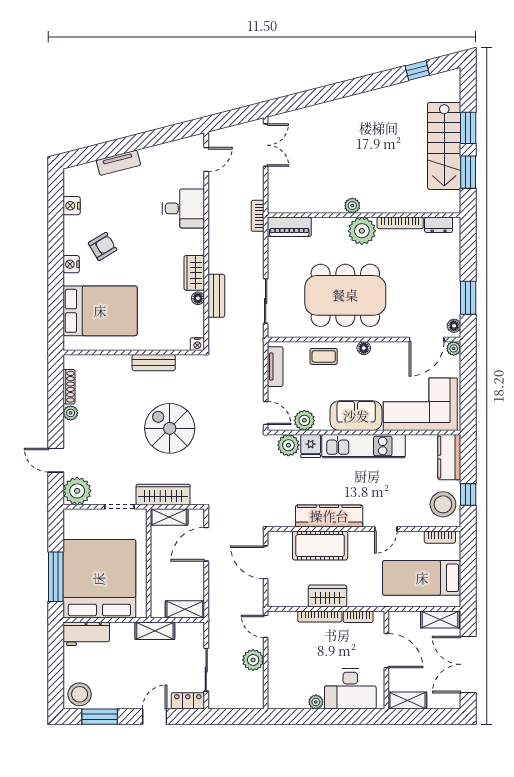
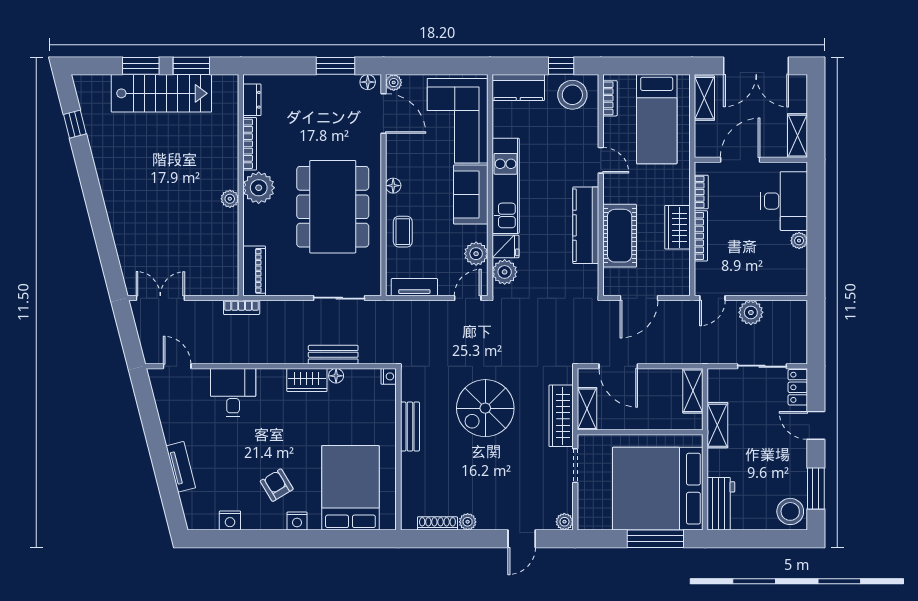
plant: (77, 491) -> (564, 522), width x0.53, depth x0.53

